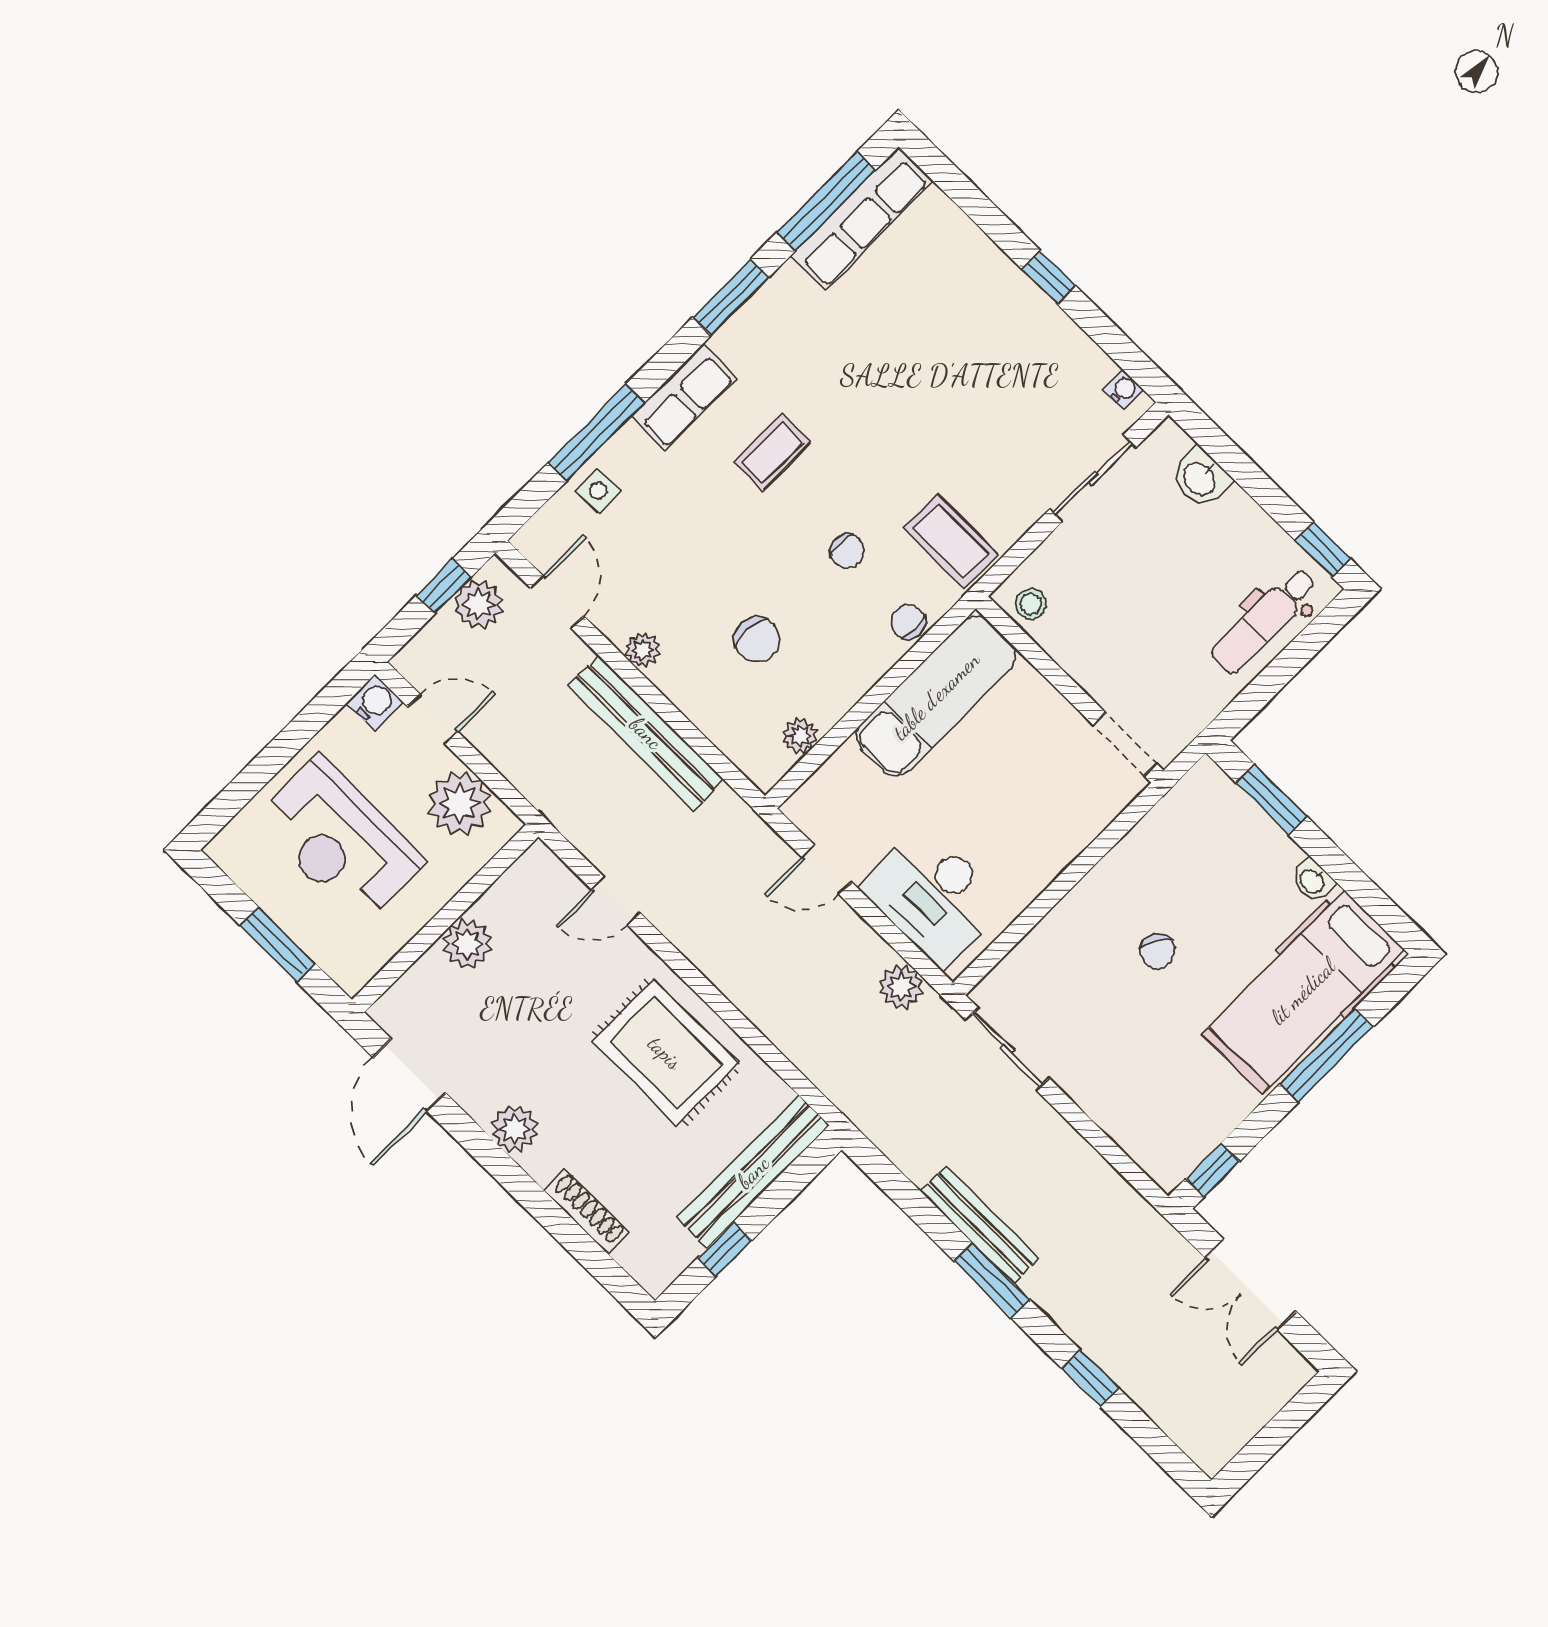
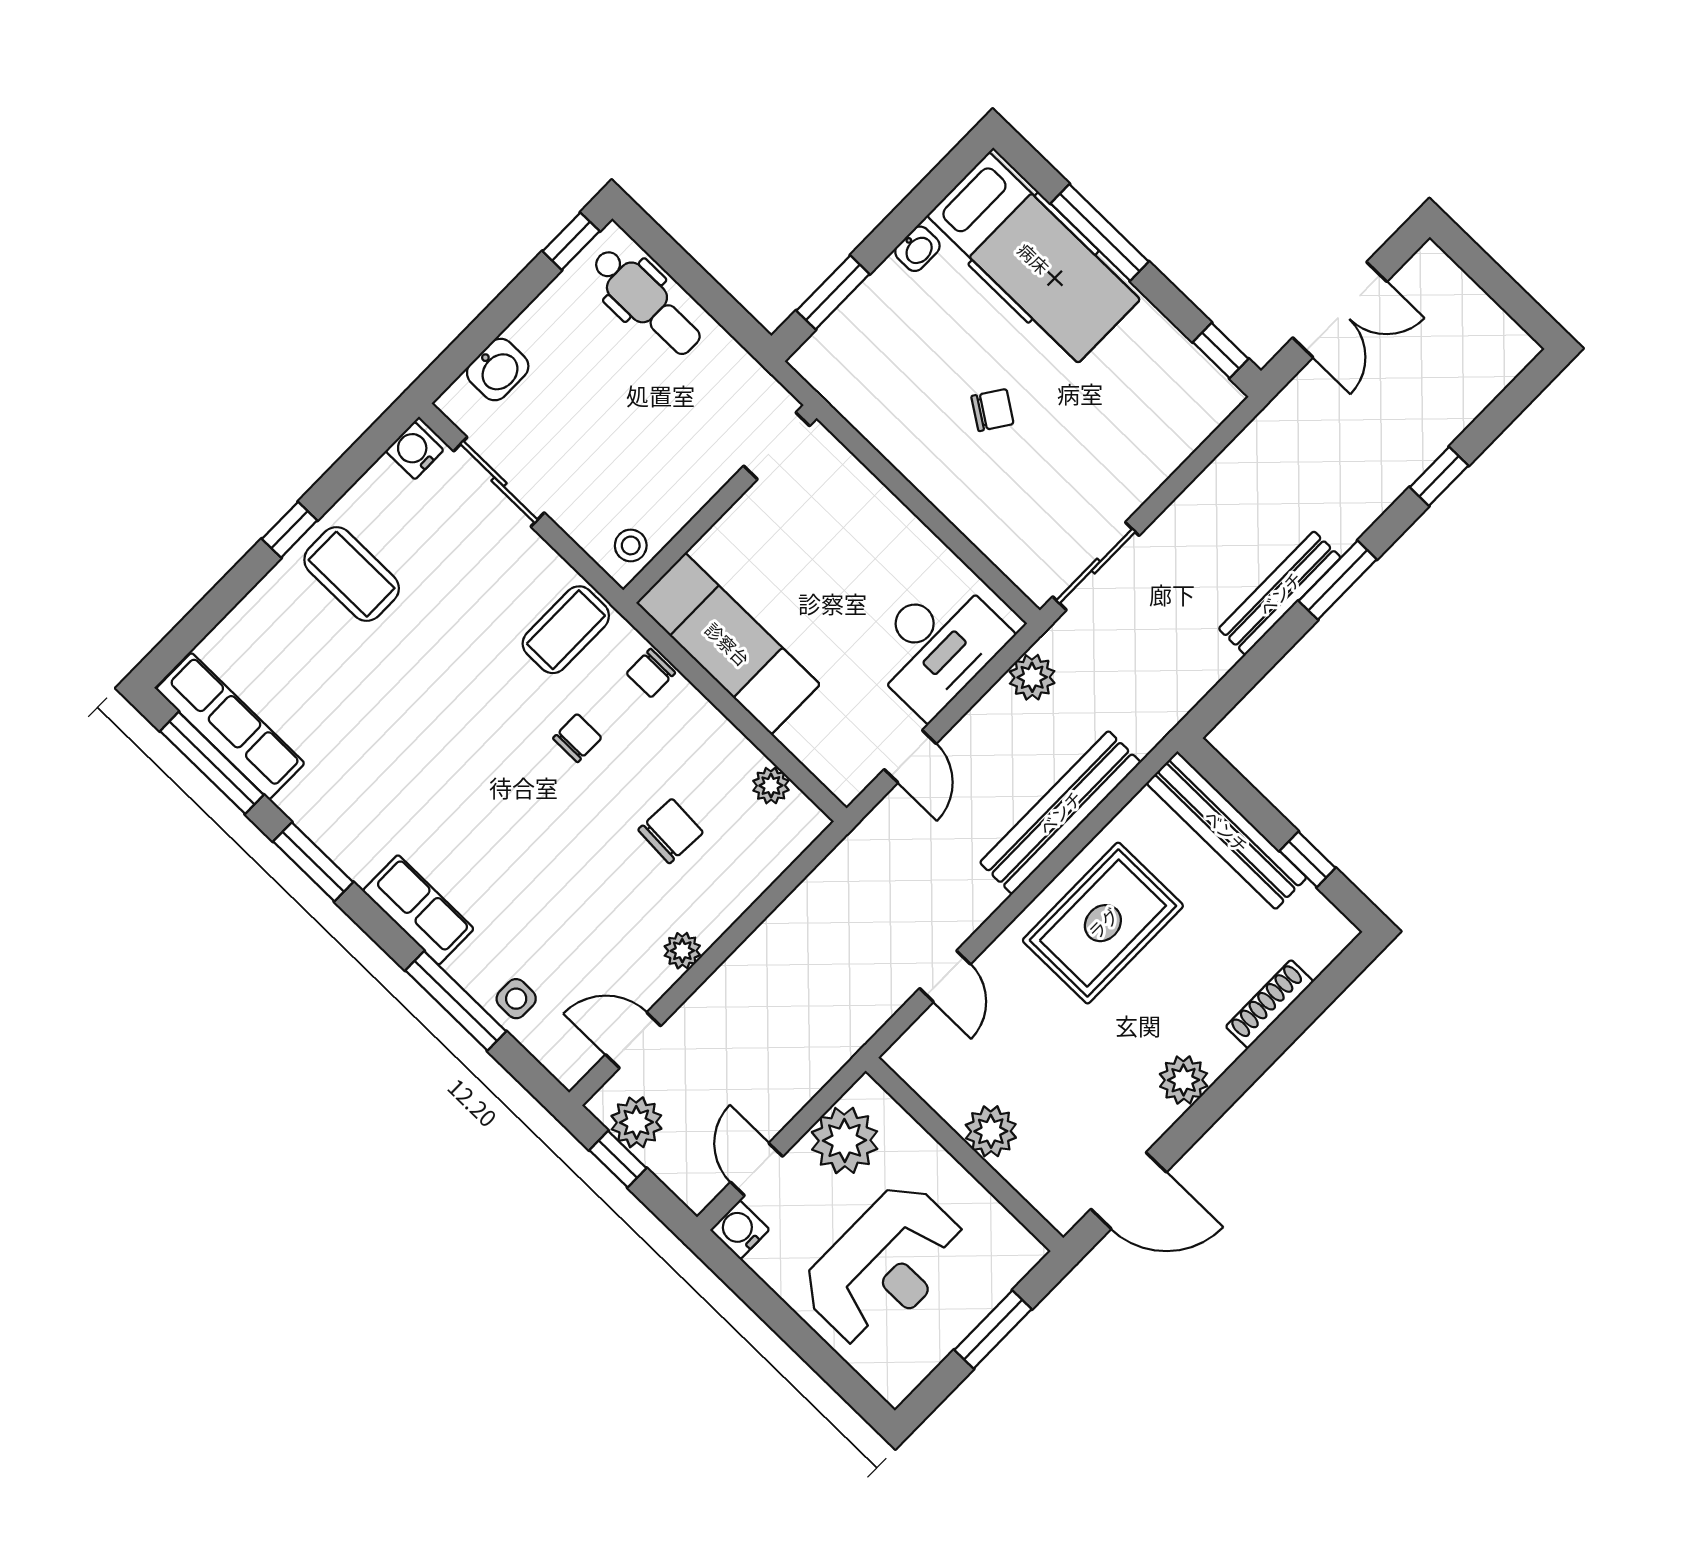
water cooler: (1123, 390) -> (415, 451), width x1.38, depth x1.38
coffee table: (773, 452) -> (352, 574), moved, width x1.36, depth x1.30
bench: (646, 733) -> (1060, 812), moved

